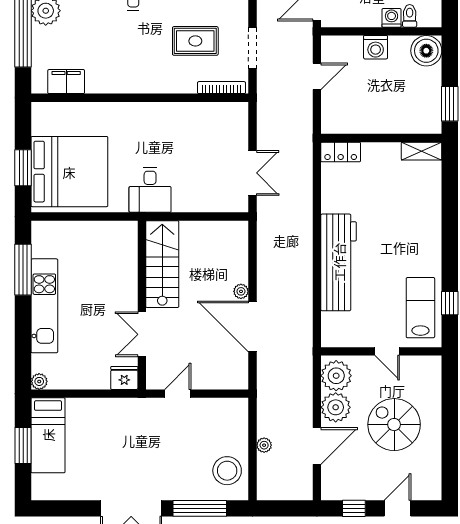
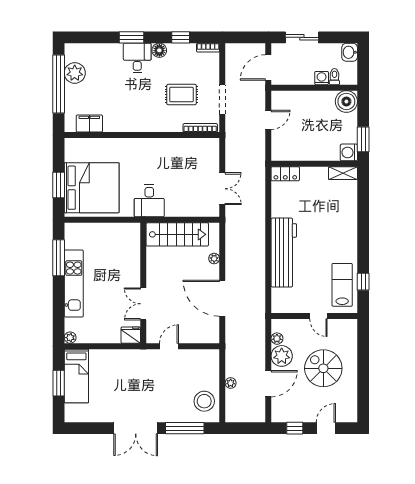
washing machine: (376, 47) -> (349, 152), moved, turned 90
stairs: (162, 264) -> (177, 234), moved, turned 90
plant: (241, 291) -> (214, 259), moved
plant: (336, 376) -> (277, 339), width x0.53, depth x0.53

